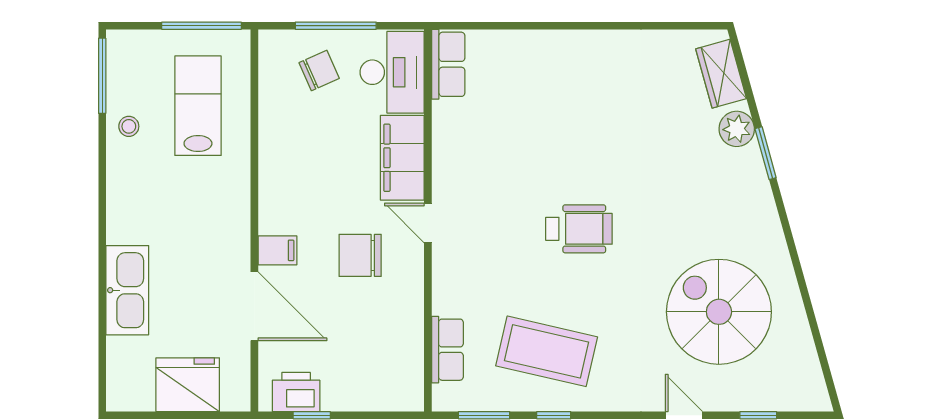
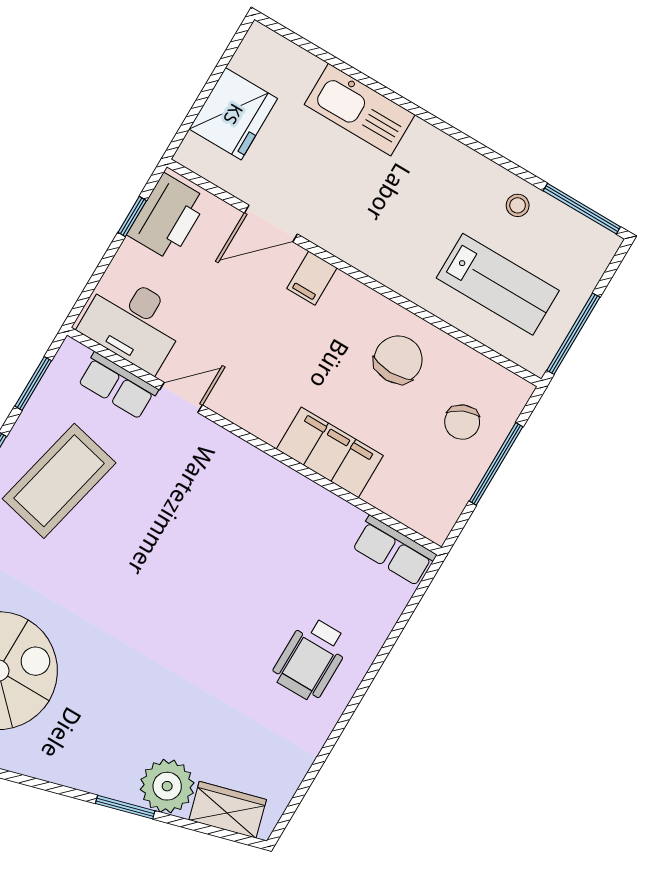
desk: (392, 72) -> (133, 322), moved
plant: (737, 129) -> (167, 786), width x1.36, depth x1.36
door: (428, 223) -> (181, 398), moved
wheelchair: (579, 229) -> (311, 659), moved
chair: (360, 255) -> (398, 360), moved
door: (254, 306) -> (271, 224), width x0.73
printer: (296, 392) -> (168, 217), width x1.37, depth x1.19

